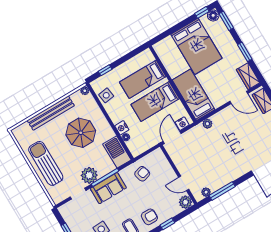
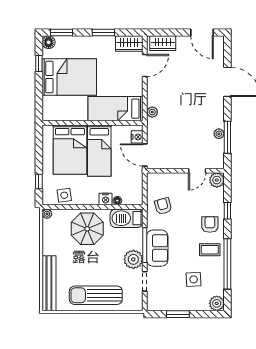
window: (202, 12) -> (39, 63), moved
bed: (143, 79) -> (70, 150), width x1.50
bench: (51, 113) -> (49, 283), moved
parasol: (81, 133) -> (87, 229), moved
plant: (206, 192) -> (219, 134), moved

